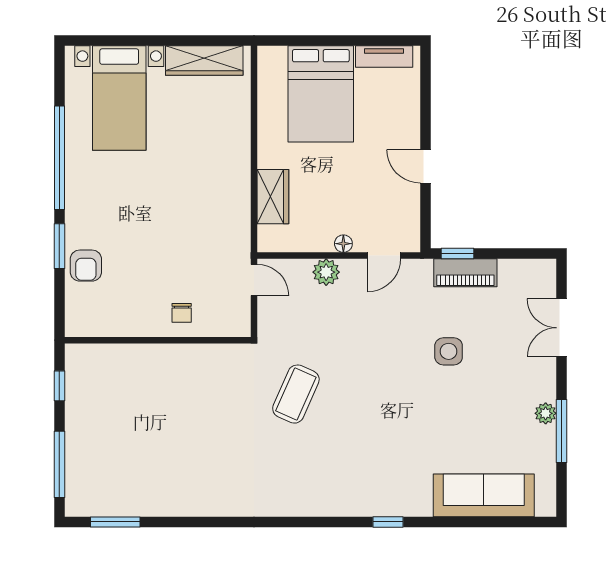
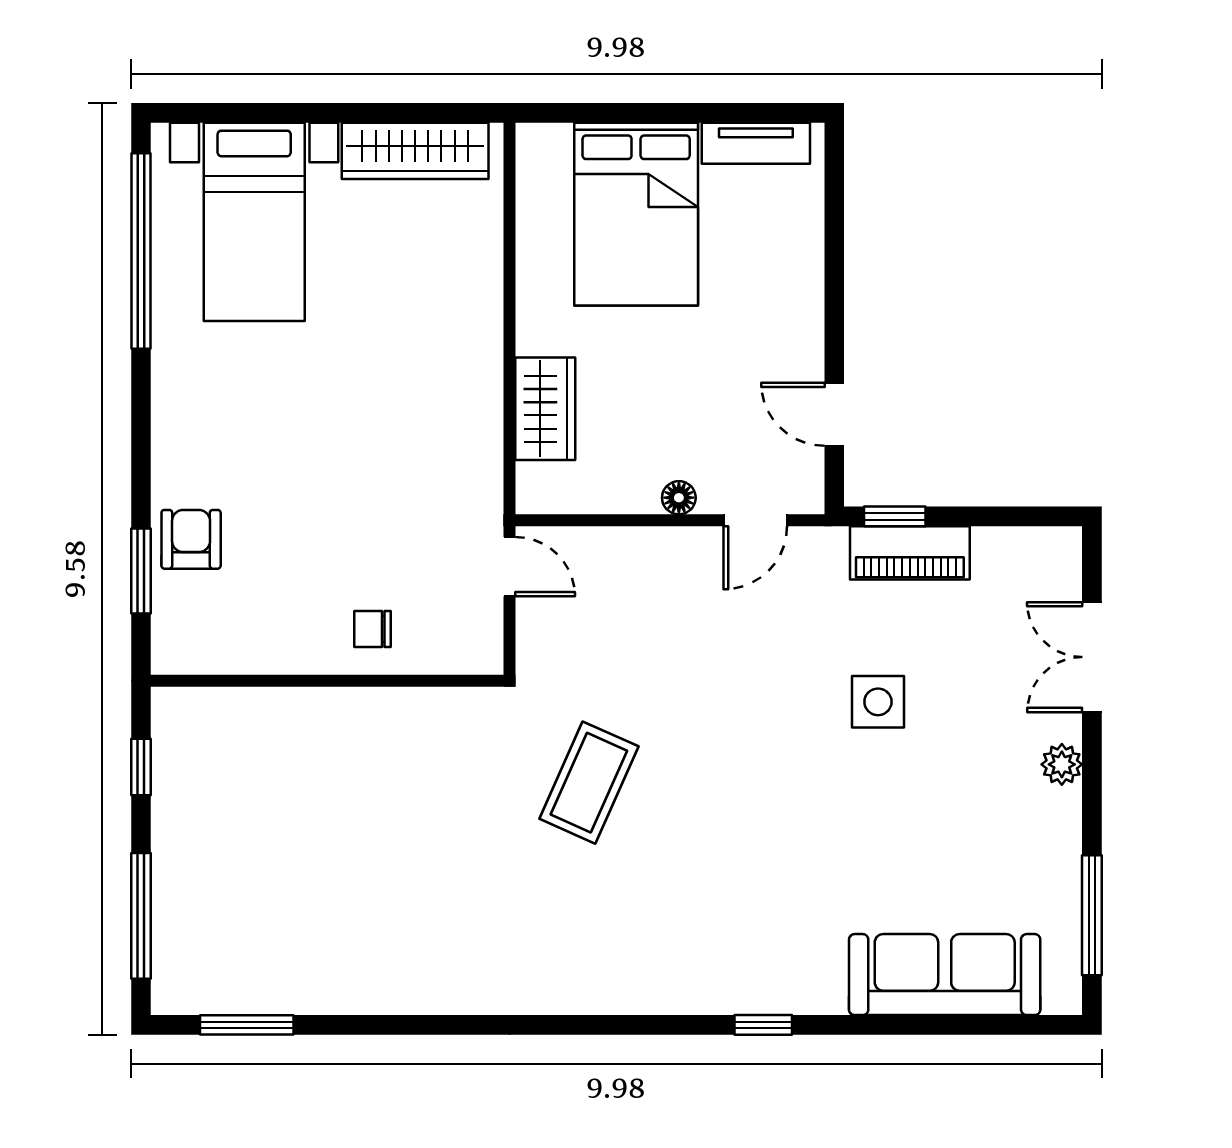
window: (59, 158) -> (141, 251), moved
door: (425, 166) -> (834, 414), moved
window: (59, 246) -> (141, 571), moved
armchair: (86, 266) -> (191, 539), turned 180
plant: (326, 272) -> (646, 552), removed
chair: (182, 313) -> (372, 629), turned 90
plant: (546, 413) -> (1062, 764), moved
window: (561, 431) -> (1092, 915), moved

